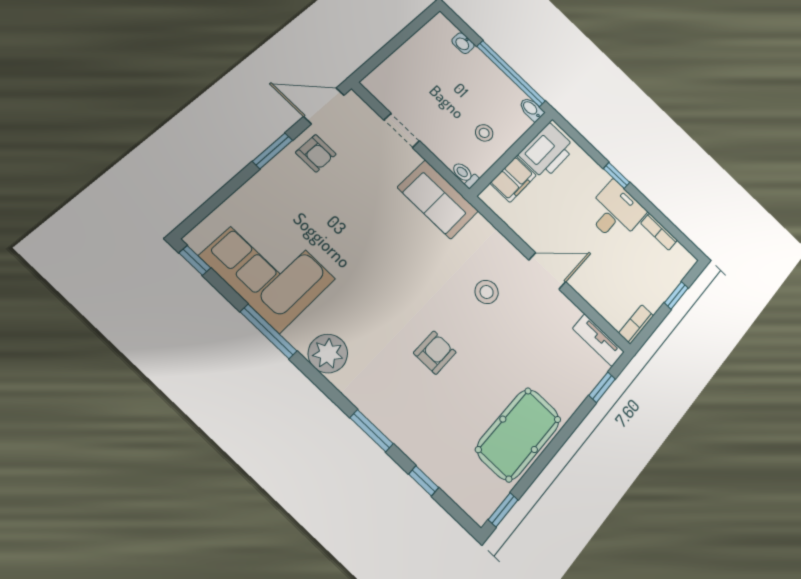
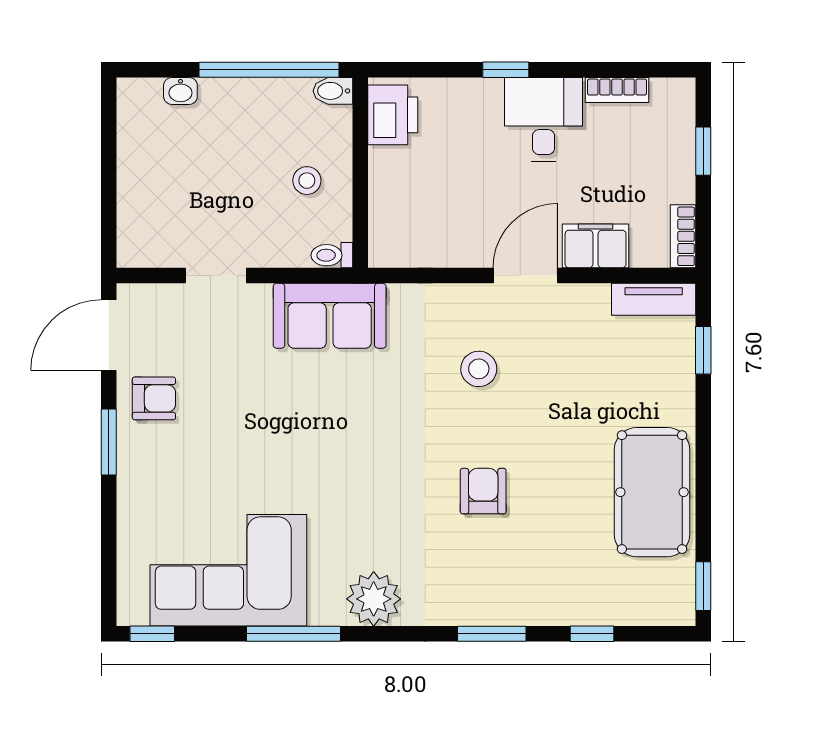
printer: (547, 151) -> (393, 115), width x0.73, depth x0.84
filing cabinet: (513, 179) -> (596, 246), moved, turned -90

